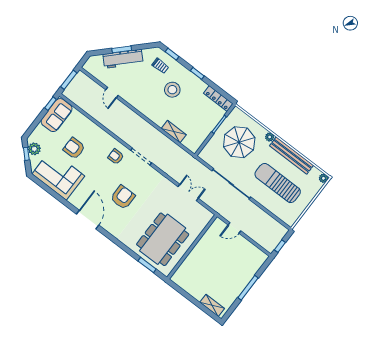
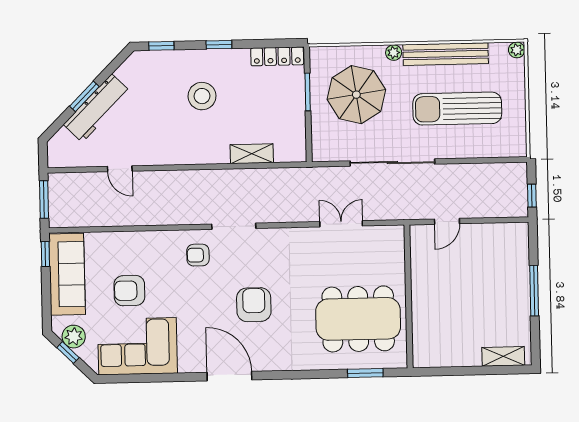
trolley: (160, 66) -> (158, 76), removed
sofa: (57, 115) -> (67, 274), width x1.36
dining table: (163, 239) -> (358, 319), turned 90

